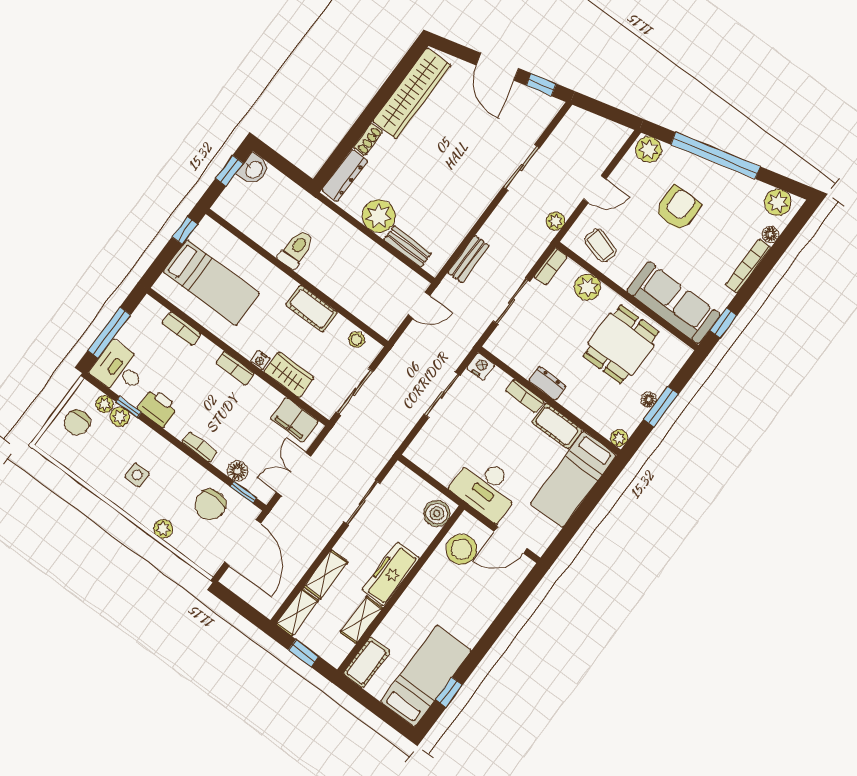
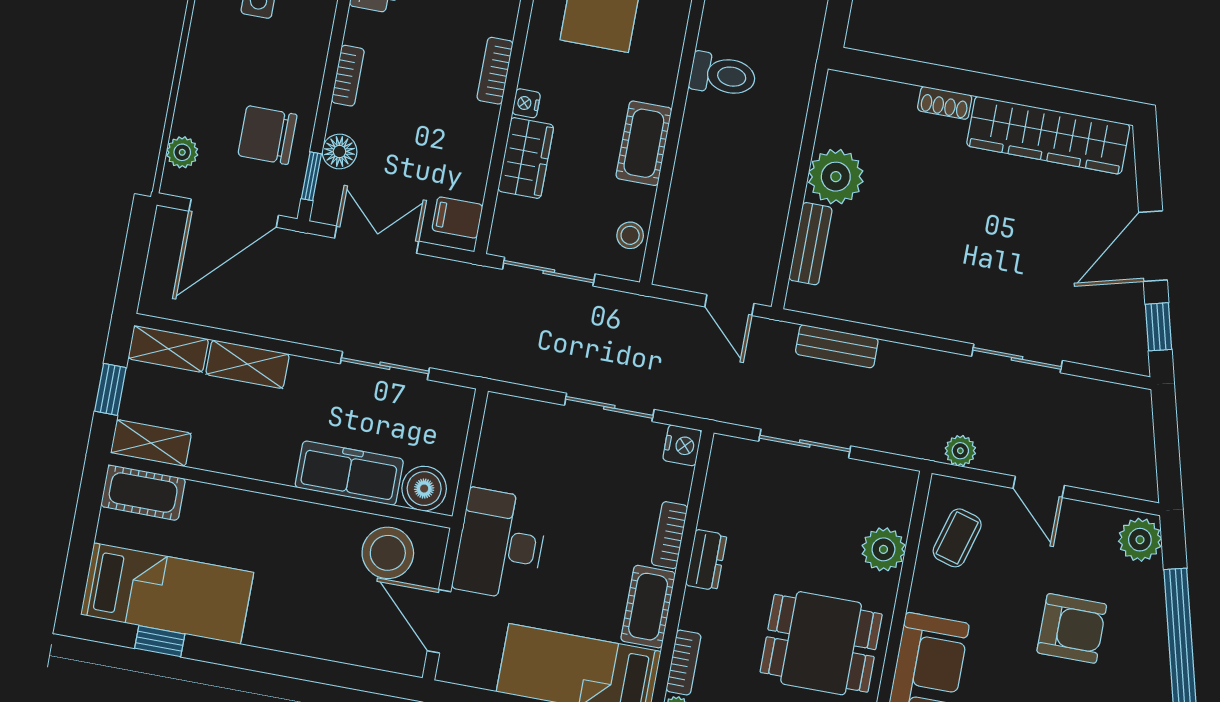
dresser: (345, 175) -> (872, 94), removed
bookcase: (551, 267) -> (684, 663), moved, turned -90
filing cabinet: (294, 420) -> (457, 218), width x0.50
plant: (163, 529) -> (182, 152), moved
freezer: (391, 574) -> (349, 473), moved
shelving: (362, 620) -> (151, 443), moved

